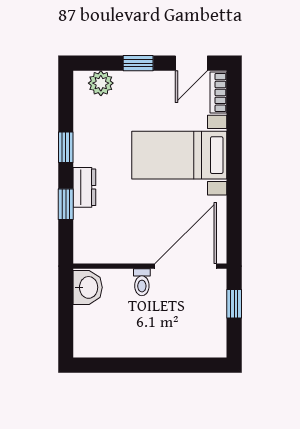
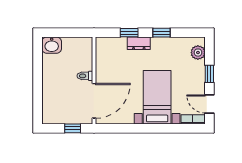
door: (186, 266) -> (94, 101), hinge flipped
washbasin: (88, 287) -> (52, 45), moved

